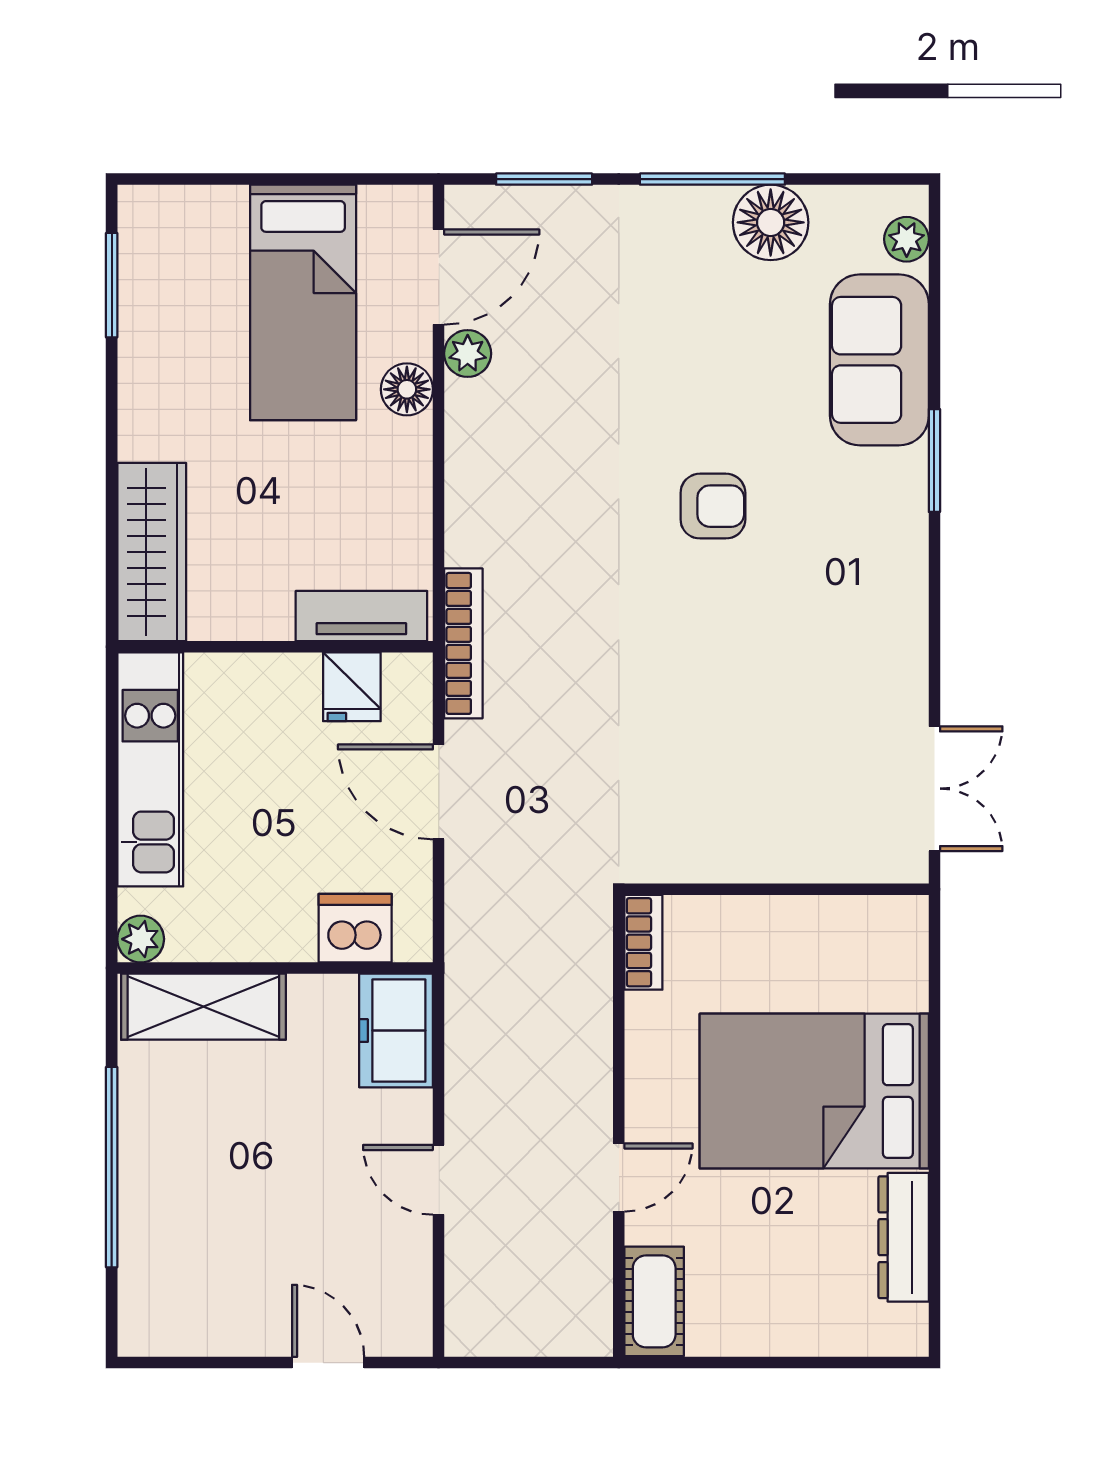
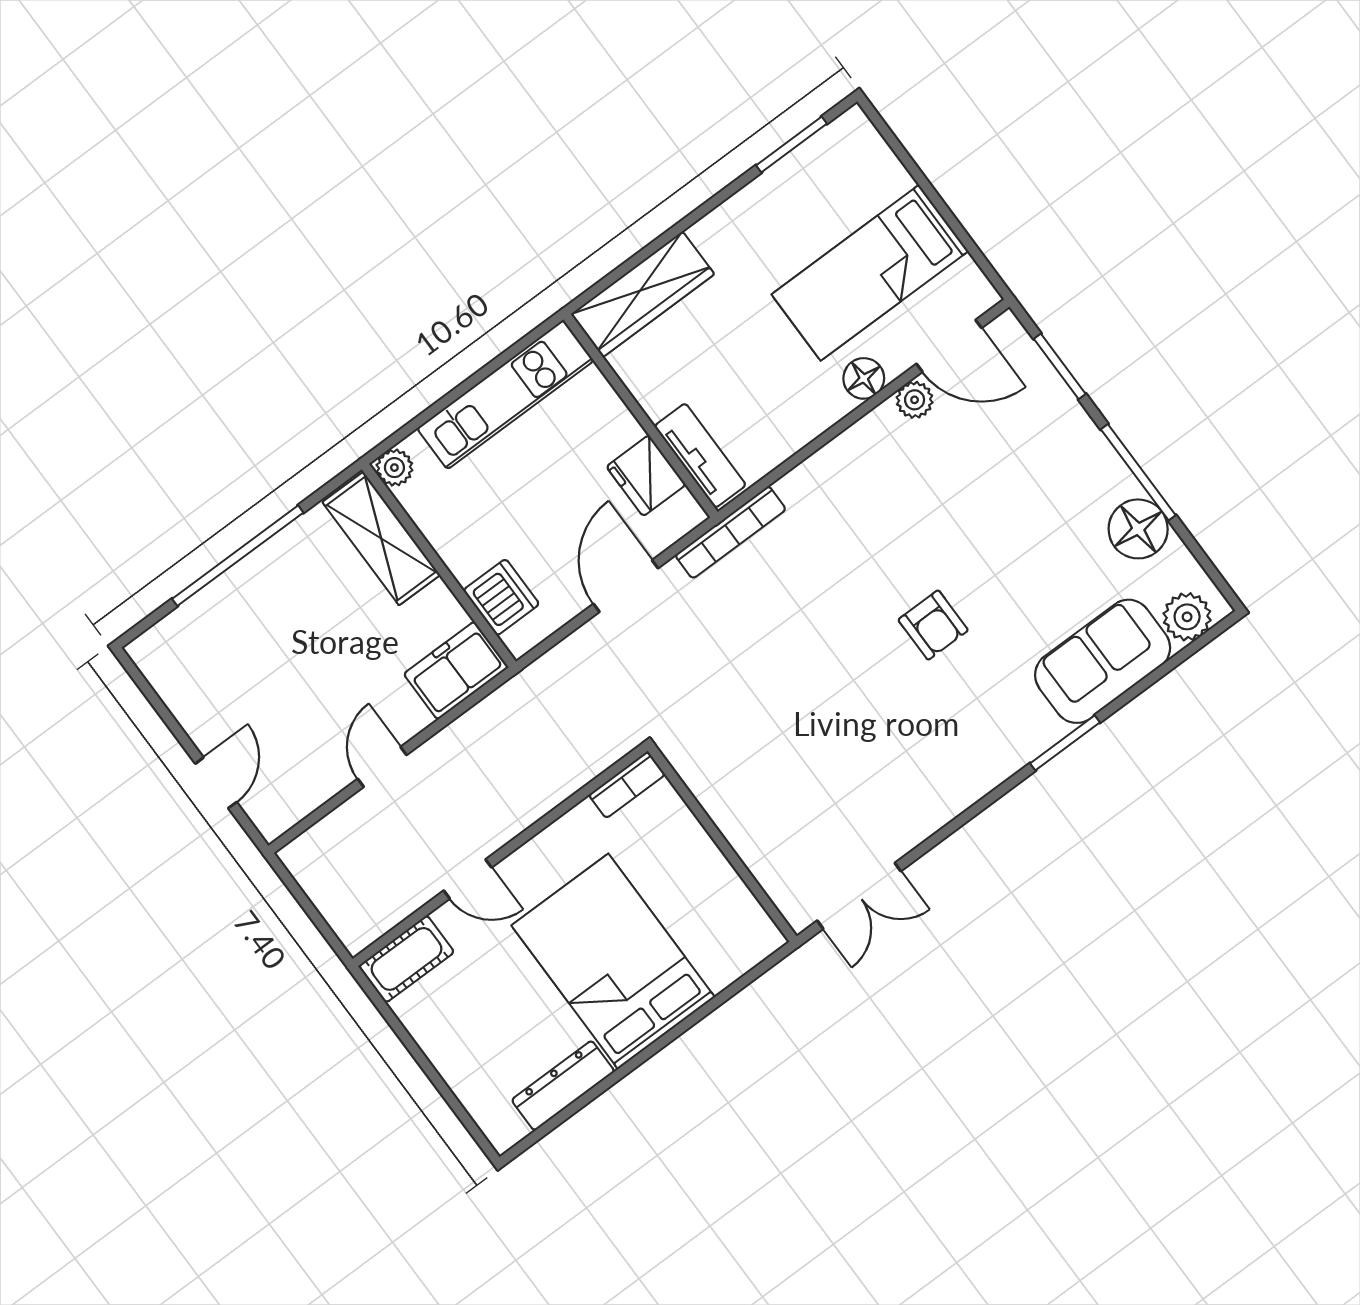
plant: (907, 239) -> (1187, 617), width x1.38, depth x1.38
fridge: (352, 687) -> (646, 476), width x1.38

